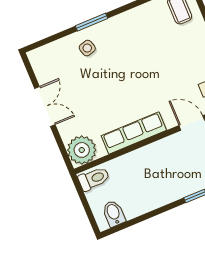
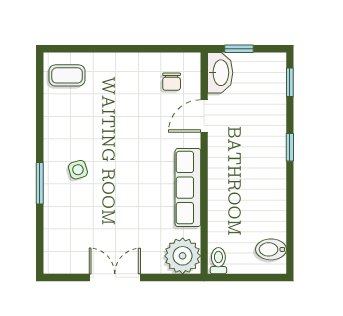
side table: (87, 48) -> (78, 170), moved
toilet: (94, 179) -> (218, 261), width x0.73, depth x0.72

